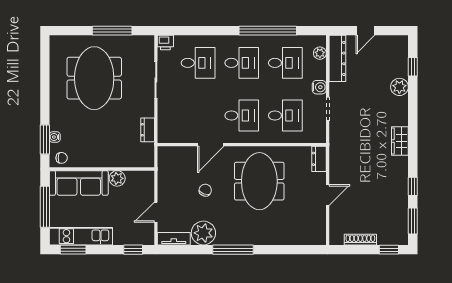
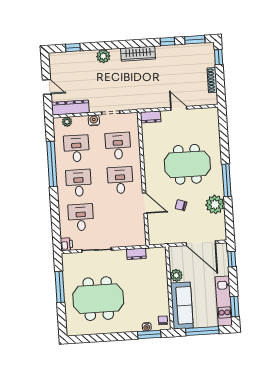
plant: (399, 87) -> (103, 56), moved
wardrobe: (400, 141) -> (138, 54), width x1.50
meeting table: (259, 181) -> (187, 164), moved
door: (156, 212) -> (201, 243), width x1.88
tv unit: (174, 239) -> (221, 228), removed

